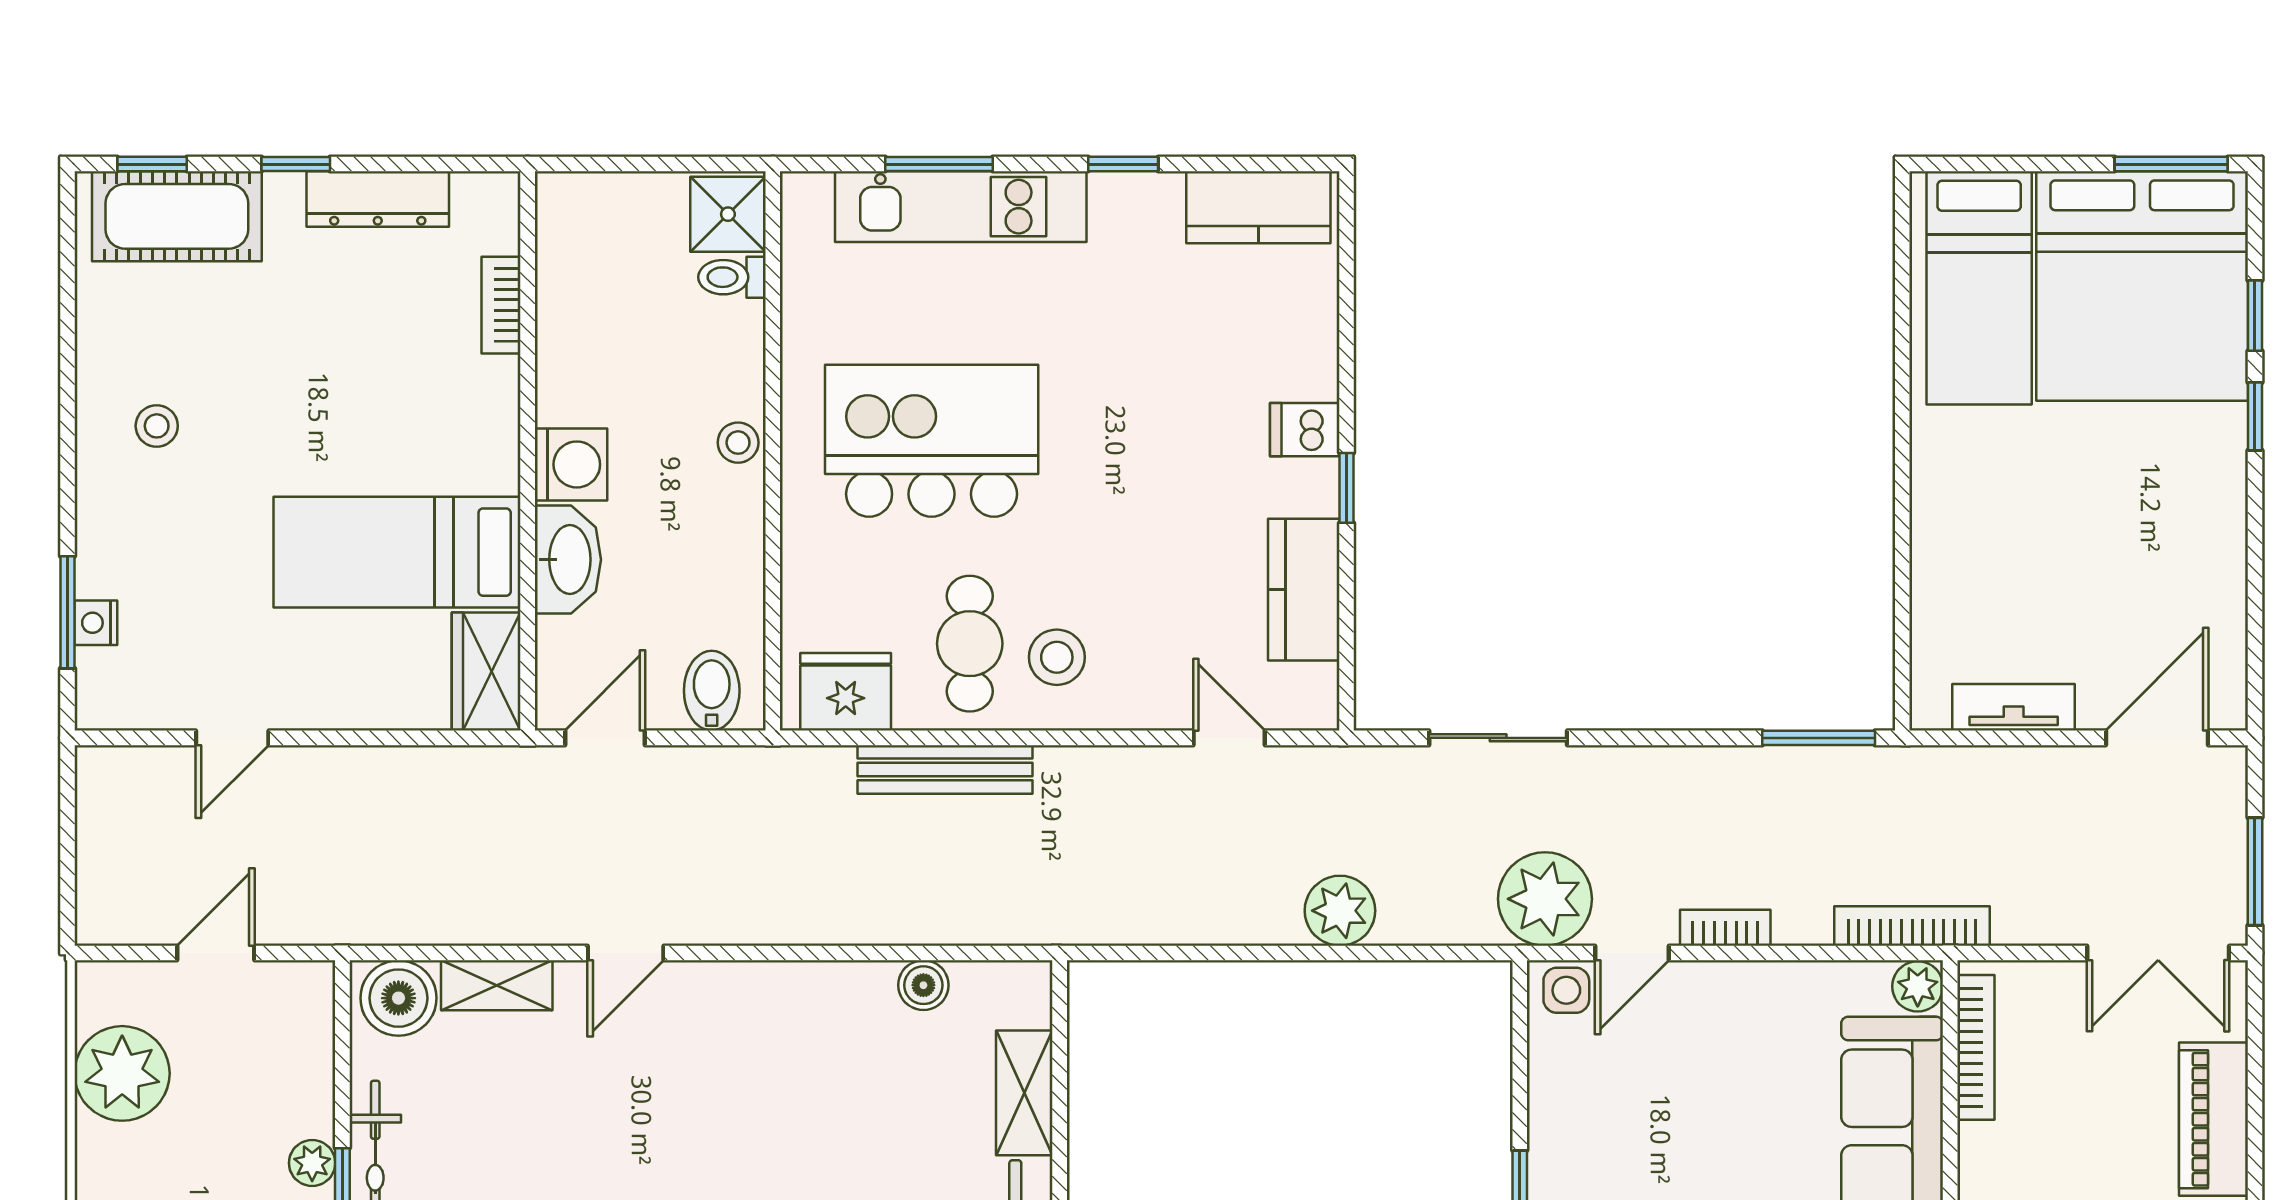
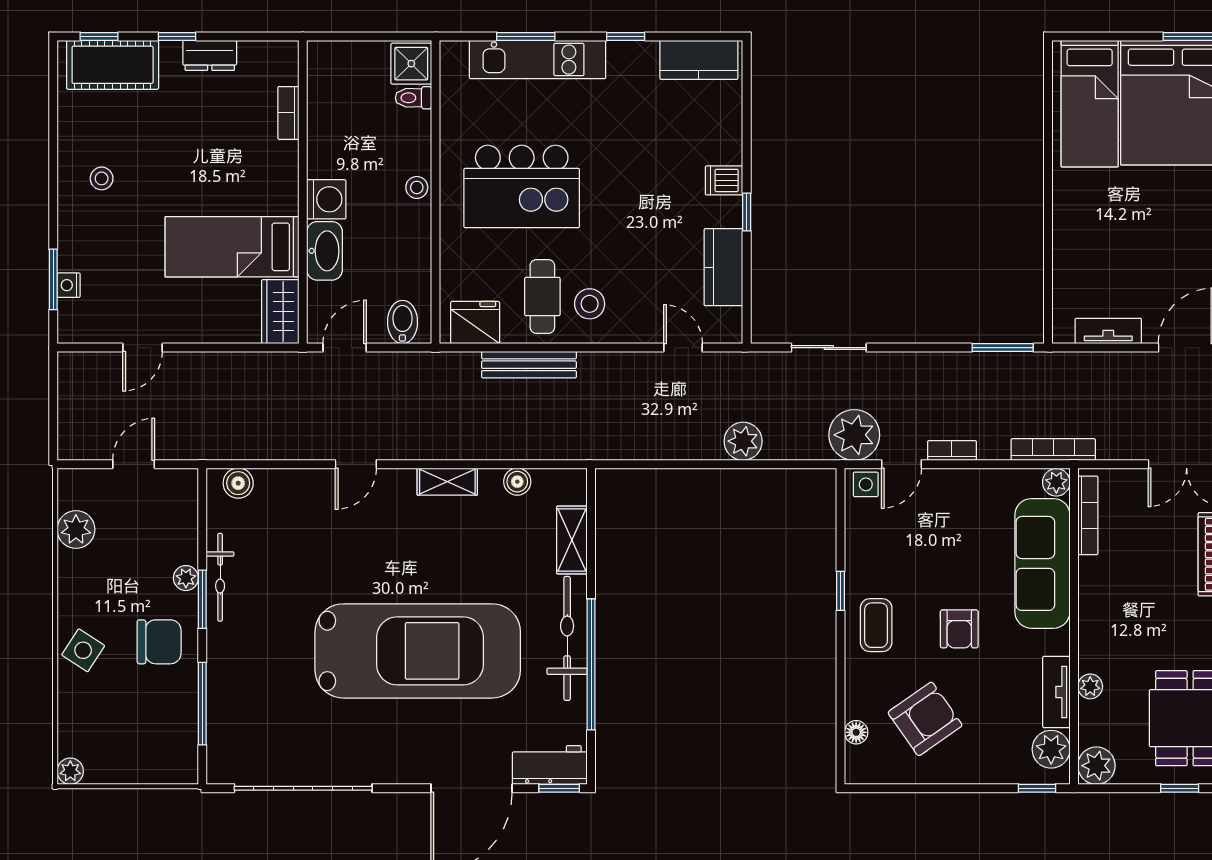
dresser: (378, 199) -> (210, 55), width x0.70
kitchen island: (932, 441) -> (522, 186), turned 180
shelving: (497, 985) -> (447, 482), moved
boiler: (398, 998) -> (238, 483), width x0.73, depth x0.73
plant: (122, 1073) -> (76, 529), width x0.73, depth x0.73

